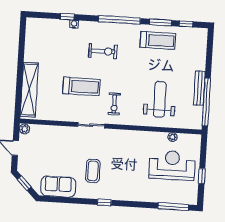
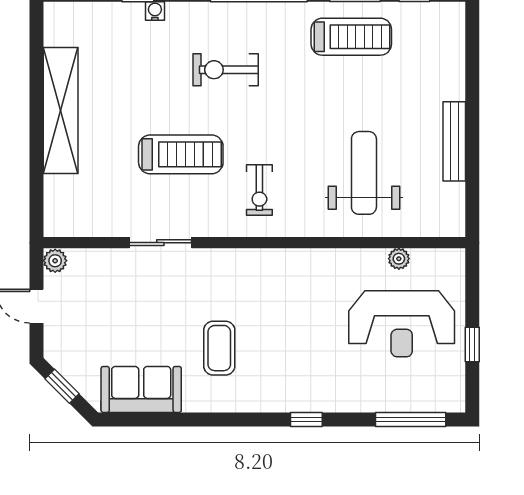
exercise bike: (103, 51) -> (226, 70), turned 180
shelving: (29, 90) -> (61, 110), moved
window: (206, 102) -> (472, 172), removed
sliding door: (91, 125) -> (160, 243), moved
reception desk: (172, 165) -> (402, 324), turned 180
window: (104, 202) -> (306, 419), moved

